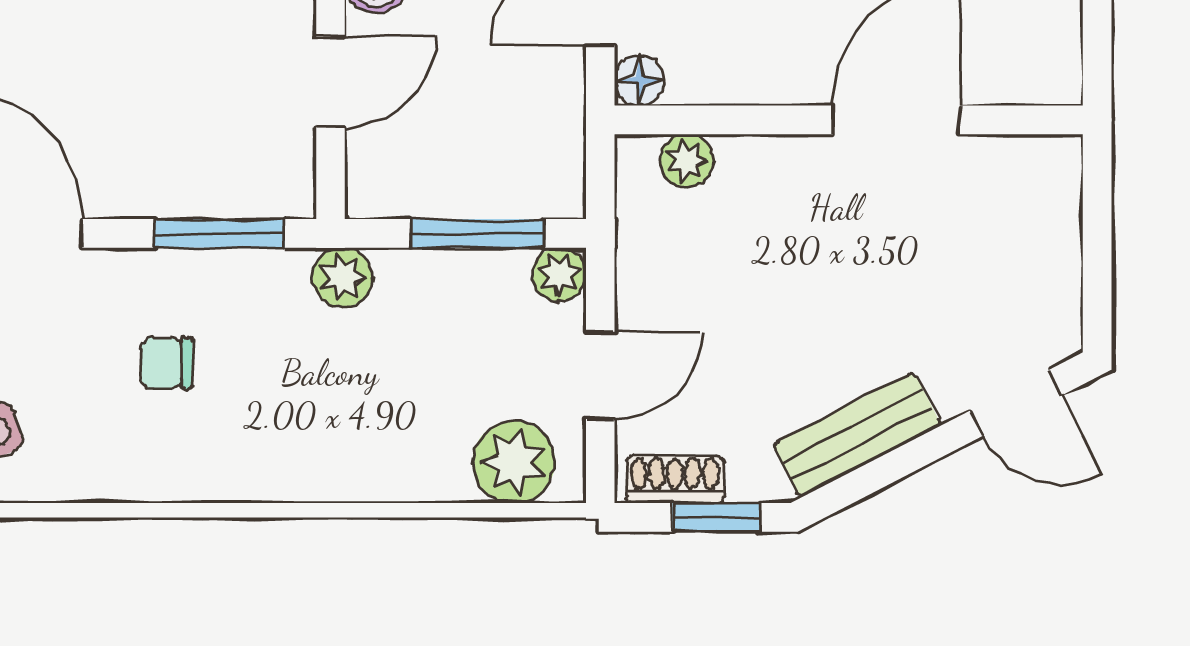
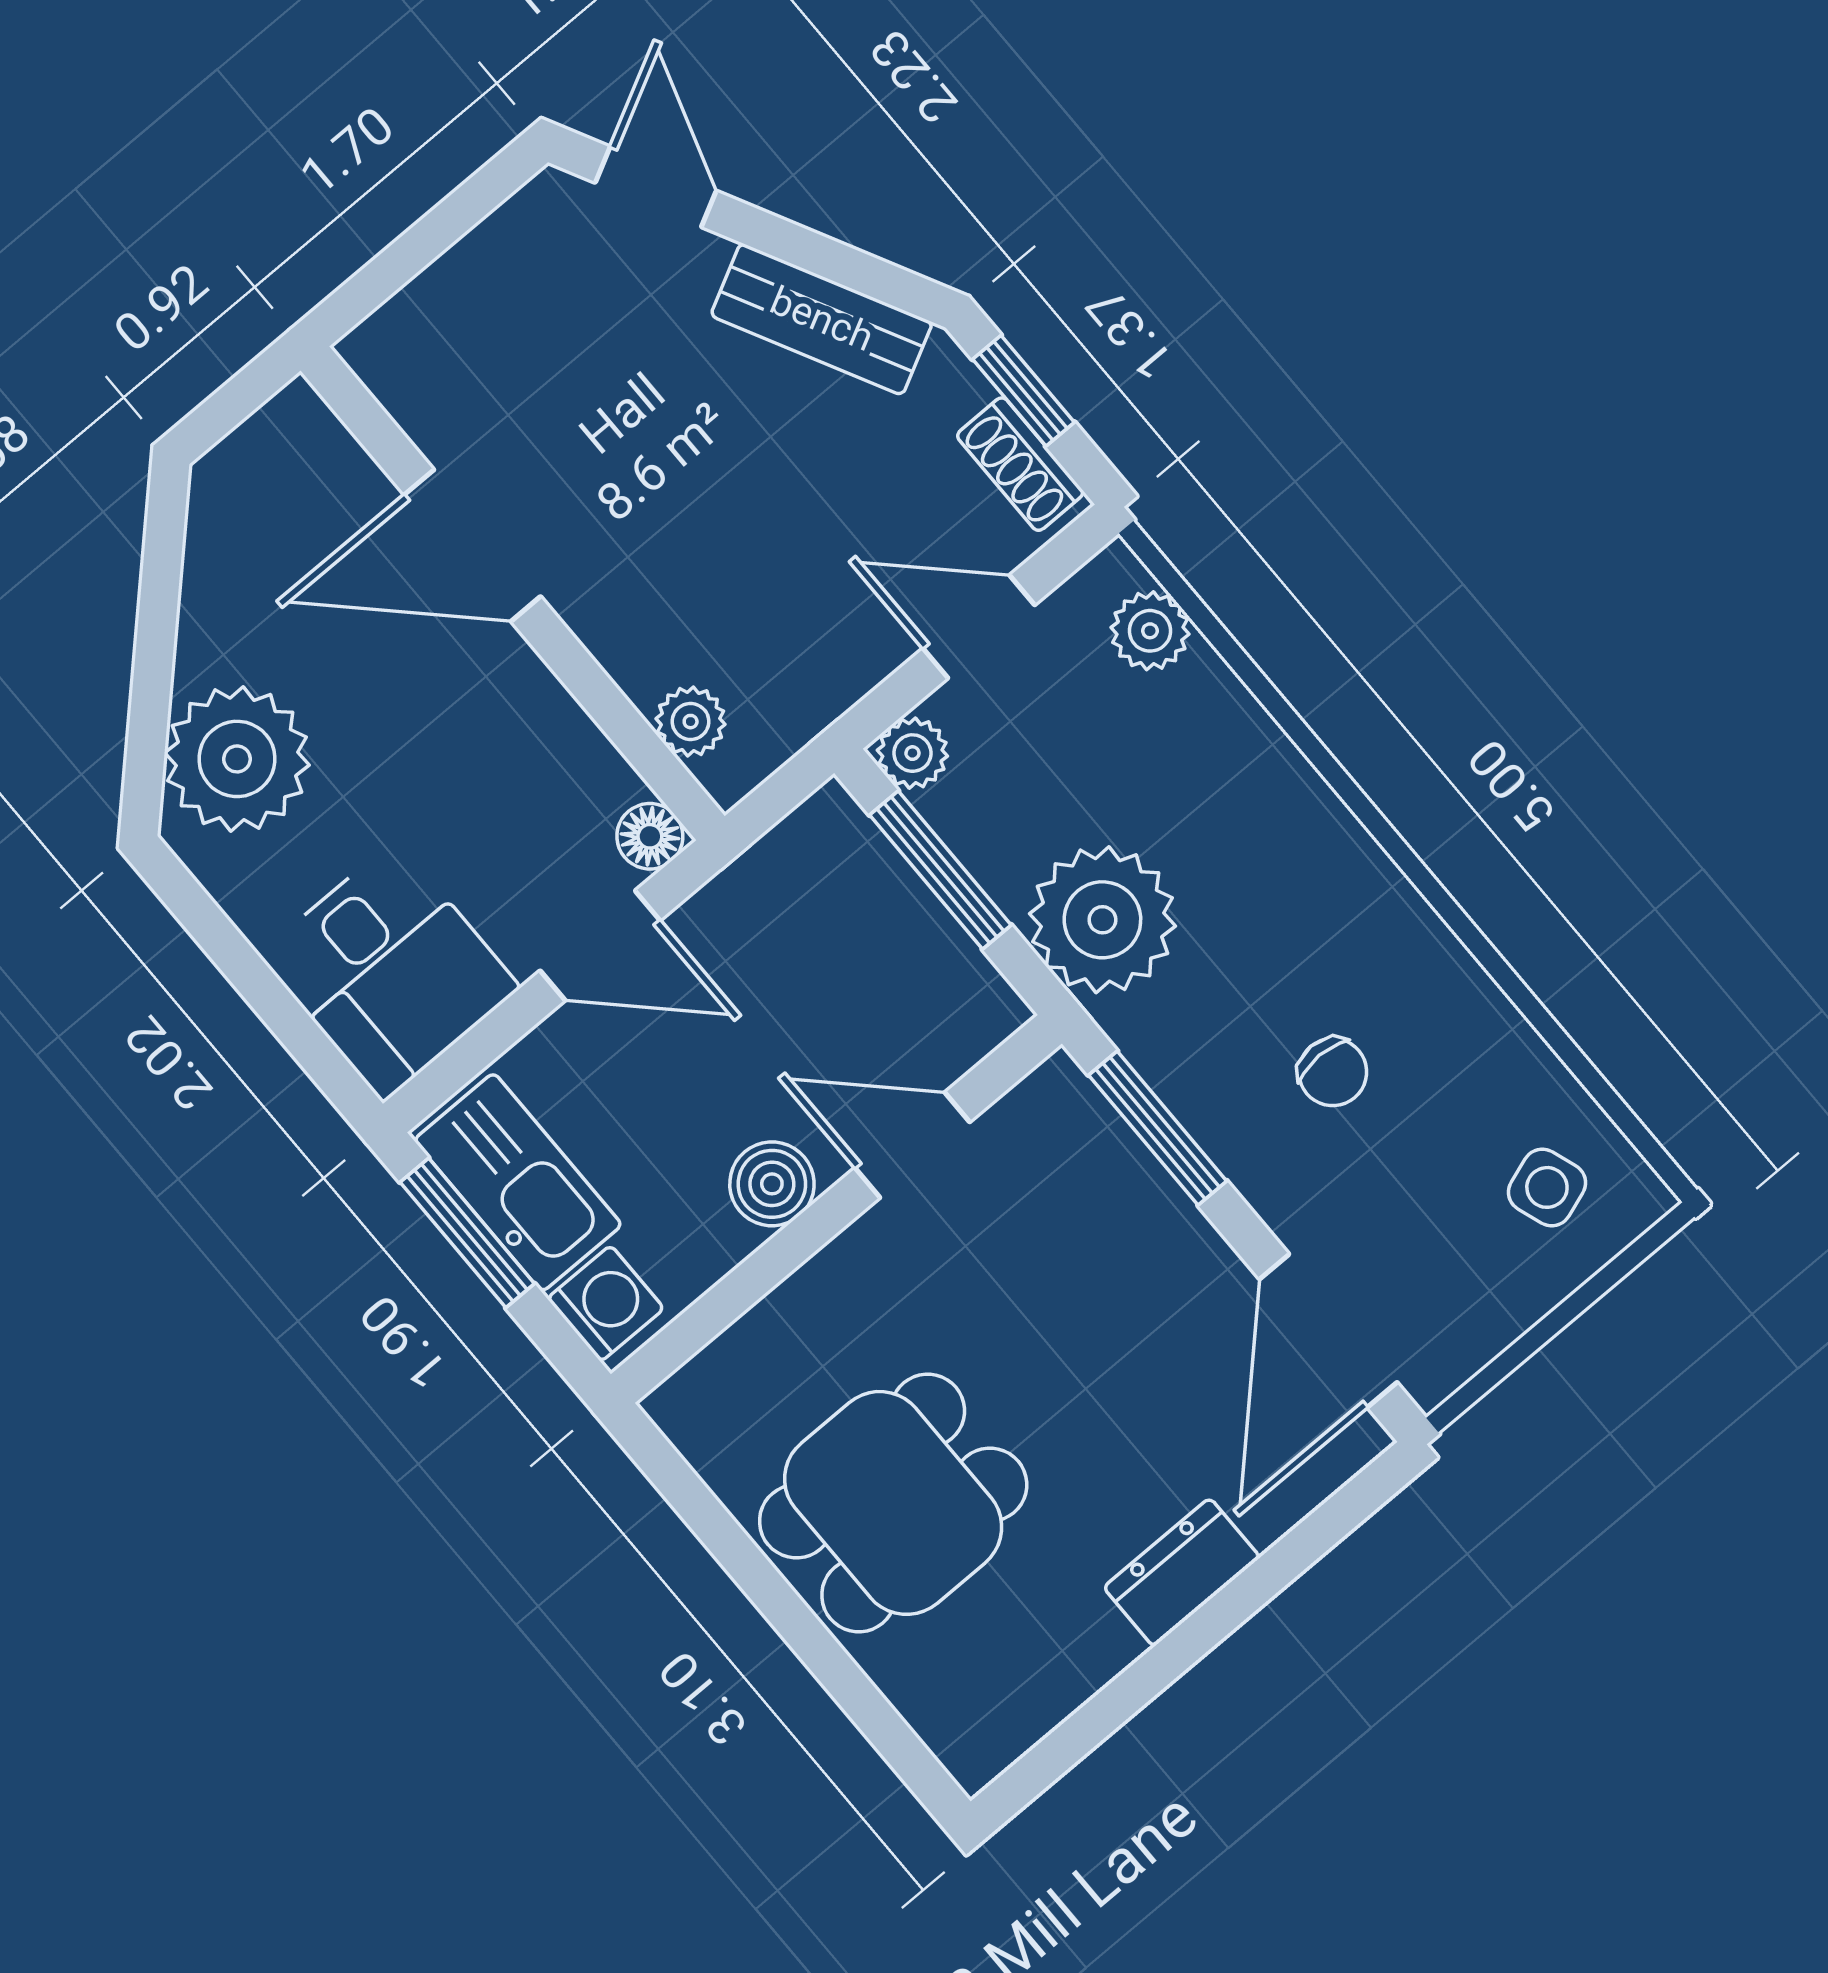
plant: (342, 277) -> (1102, 920), width x1.87, depth x1.87
plant: (514, 462) -> (1150, 631), width x0.73, depth x0.73

